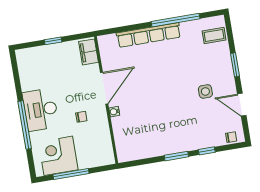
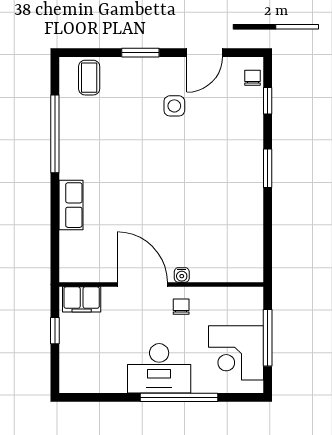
row of seats: (149, 35) -> (71, 205), width x0.50
filing cabinet: (89, 52) -> (82, 299), moved
door: (104, 88) -> (142, 285), moved
wall: (106, 100) -> (161, 285), moved
water cooler: (114, 112) -> (182, 275), moved
window: (207, 151) -> (268, 101), moved

